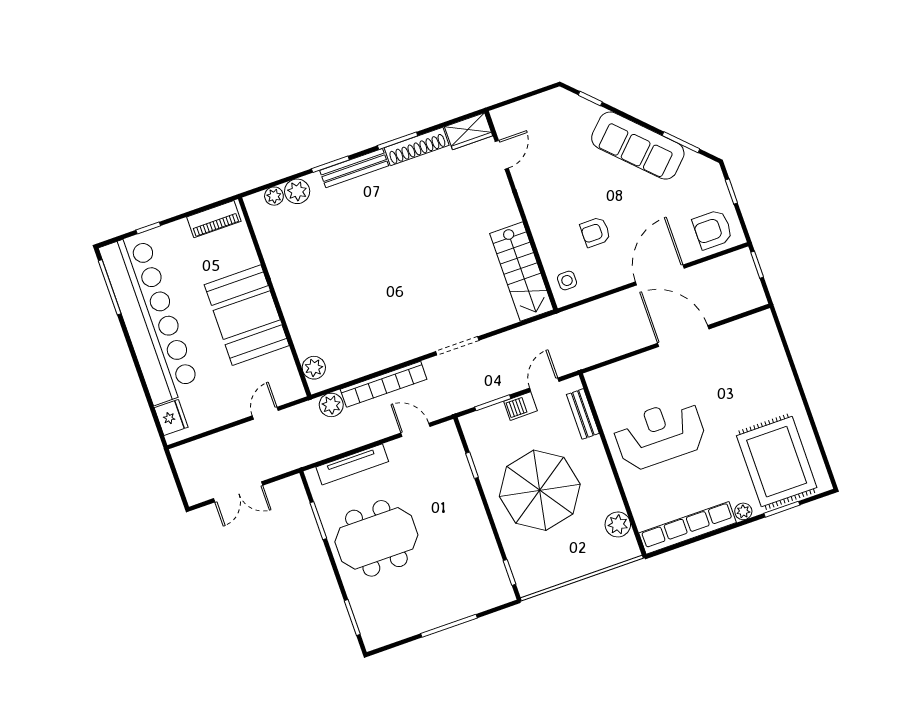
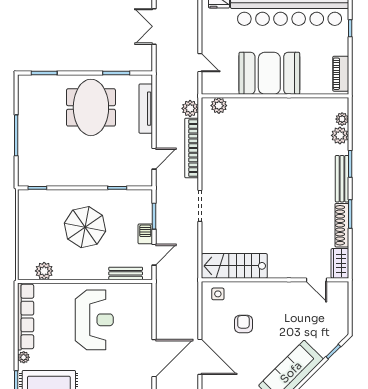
door: (544, 385) -> (154, 255), hinge flipped
parasol: (540, 490) -> (85, 227), width x0.73, depth x0.73

